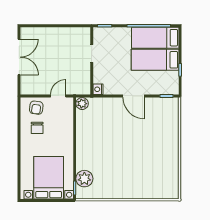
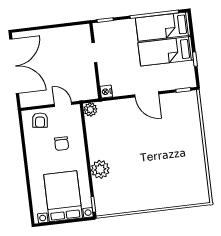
double door: (19, 57) -> (14, 66), width x1.36
door: (58, 96) -> (63, 104), hinge flipped
chair: (37, 128) -> (62, 144), moved
plant: (84, 179) -> (100, 169), moved

